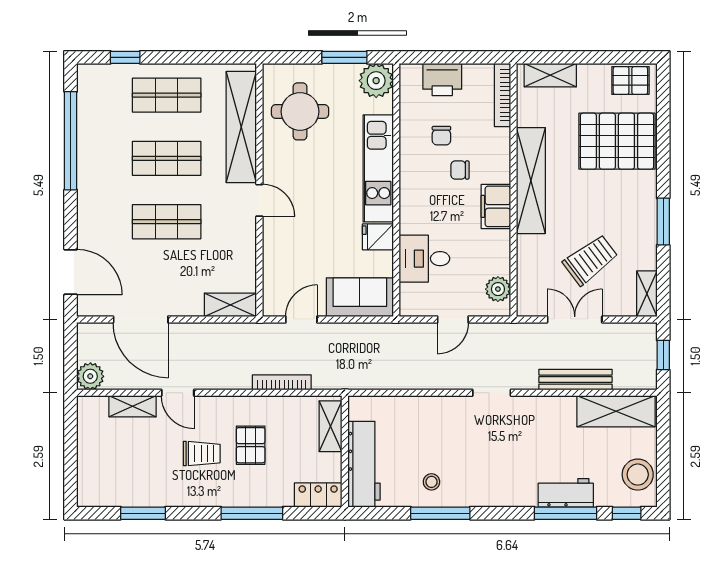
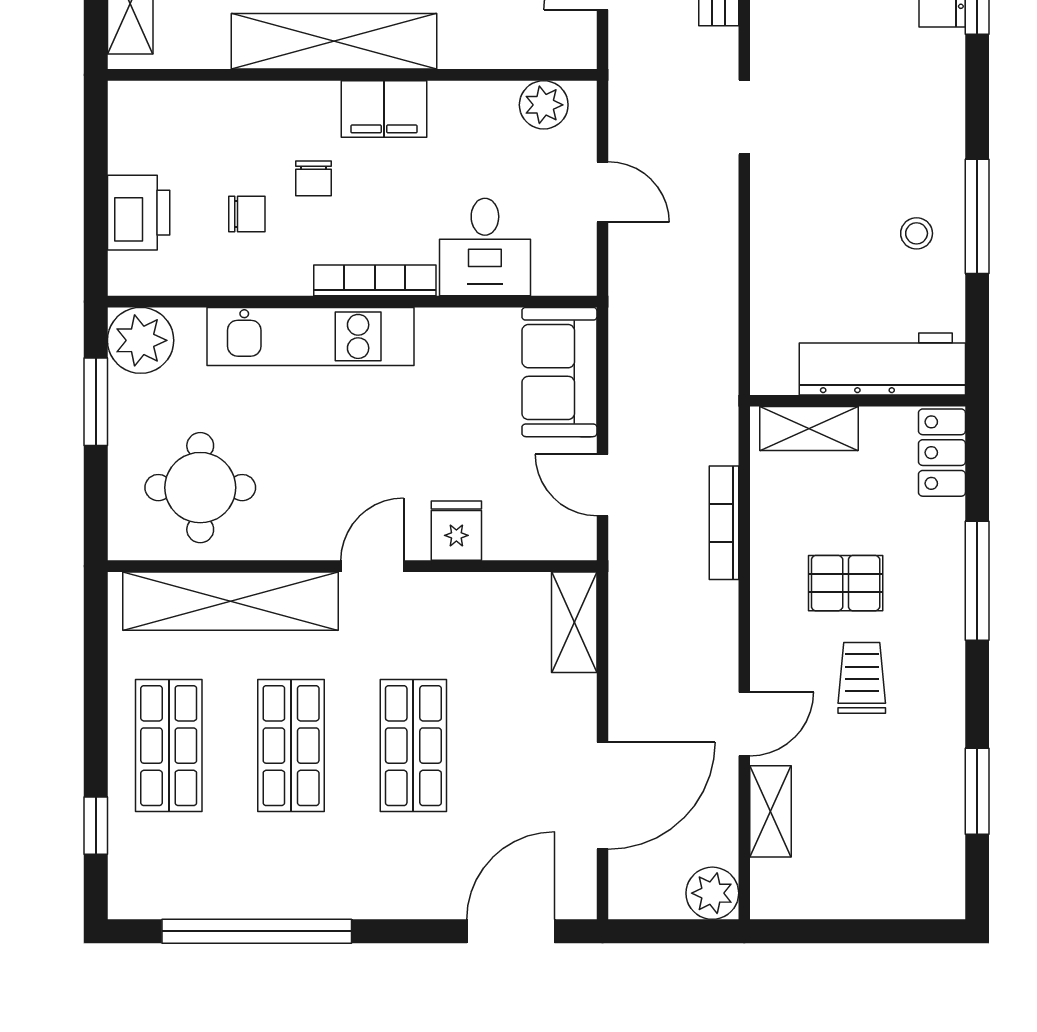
bookcase: (502, 95) -> (375, 280), moved, turned 180
fridge: (378, 237) -> (456, 531), moved, turned 180

